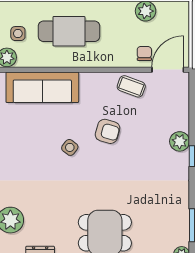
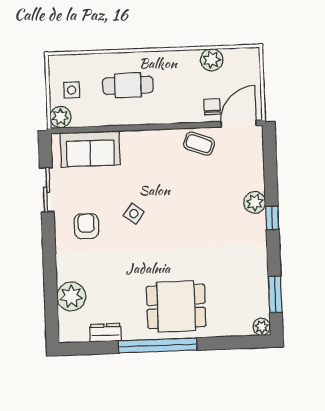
cafe table: (69, 31) -> (128, 85), width x0.73, depth x0.74
sofa: (42, 87) -> (90, 149), width x0.73
armchair: (108, 131) -> (86, 226), moved, turned -106

